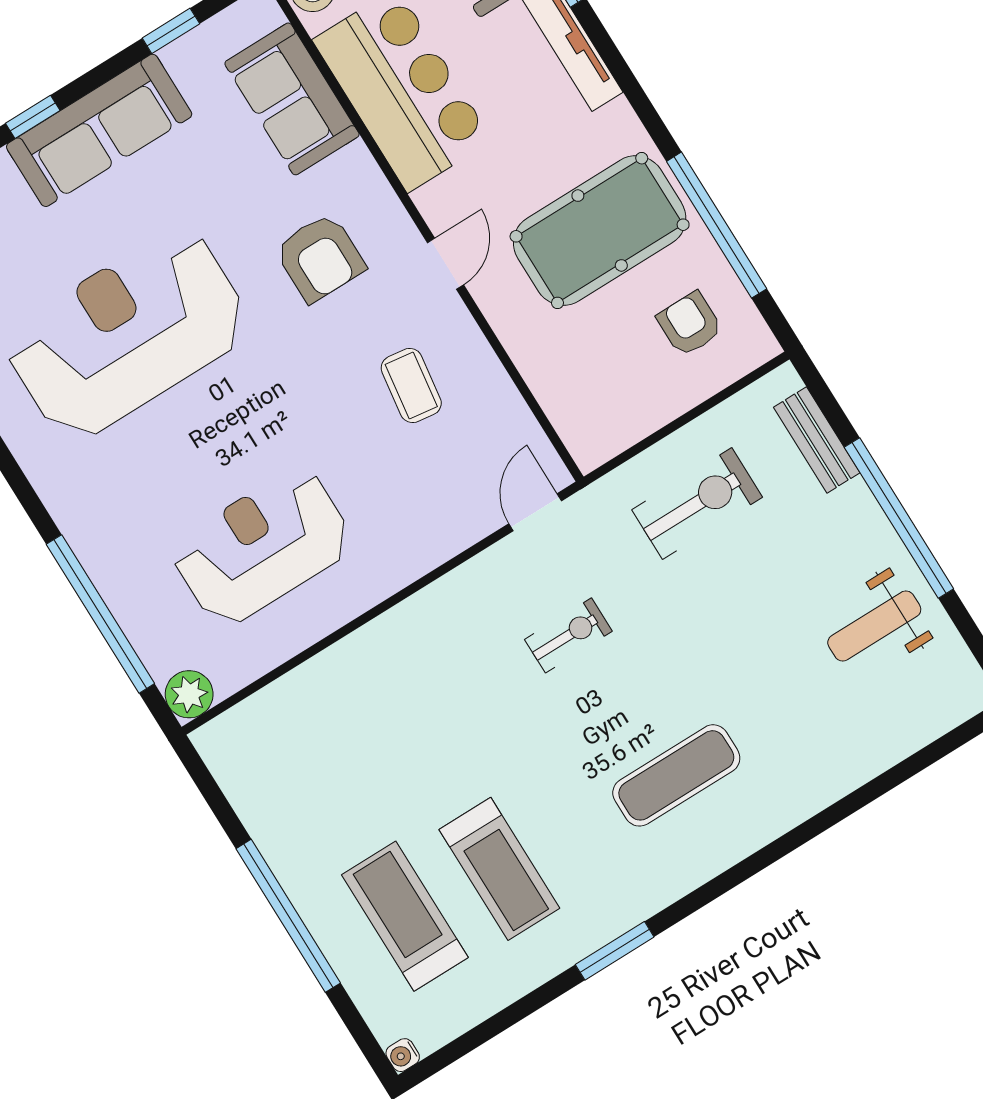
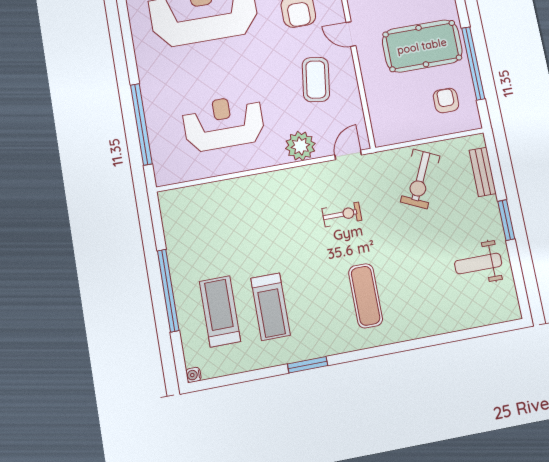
door: (446, 264) -> (351, 34), swing flipped
coffee table: (411, 386) -> (316, 80), width x1.36, depth x1.30
exercise bike: (697, 503) -> (420, 179), turned 115
window: (899, 518) -> (506, 220), width x0.47
plant: (189, 694) -> (300, 146), moved, width x1.36, depth x1.36
exercise mat: (676, 775) -> (366, 296), turned 90

